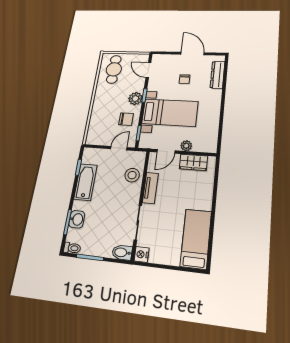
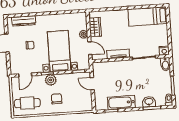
chair: (126, 119) -> (57, 99), moved
stool: (132, 175) -> (111, 69), removed

